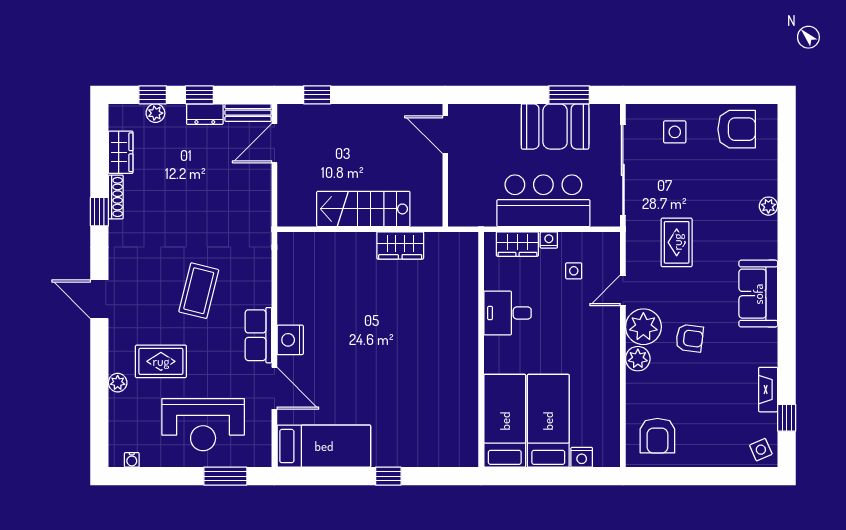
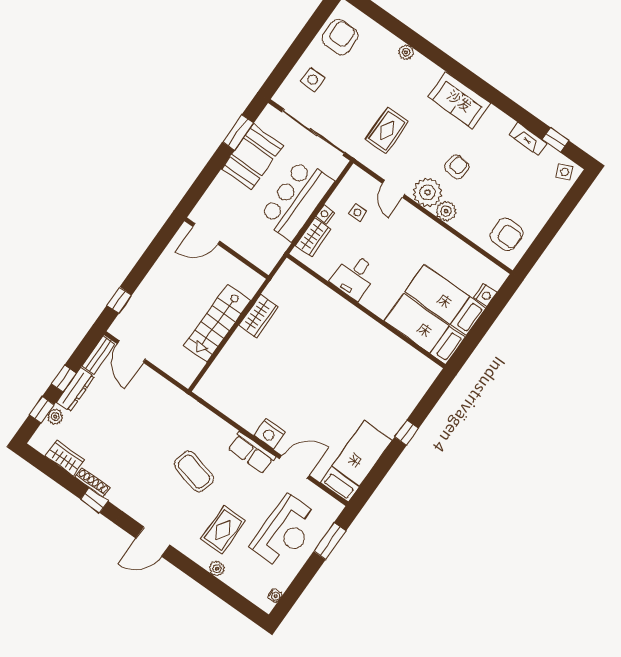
dresser: (205, 114) -> (75, 389), width x1.44
rug: (677, 242) -> (387, 130), turned 90

